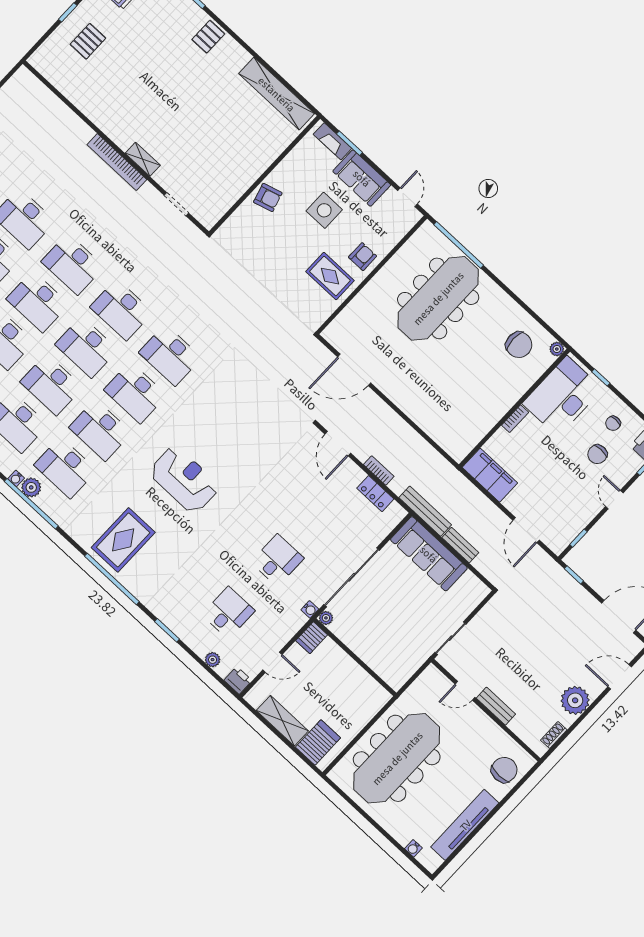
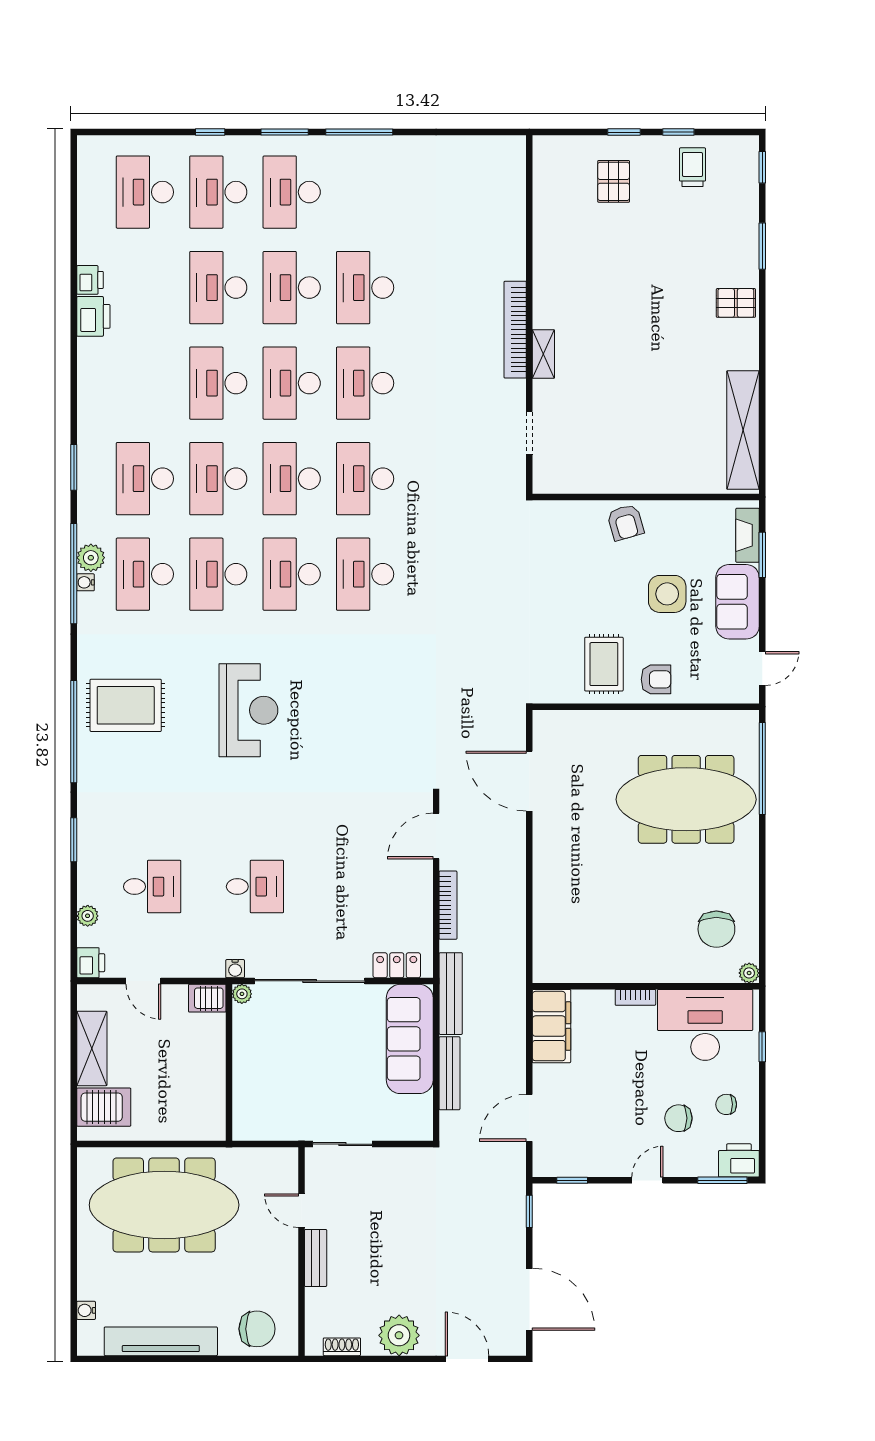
pallet: (88, 41) -> (614, 181), turned 90
bookcase: (379, 470) -> (448, 905), width x1.56
water cooler: (16, 478) -> (86, 582), moved
locker: (375, 494) -> (397, 965), moved, turned 90
bench: (460, 545) -> (449, 1073), width x1.36

